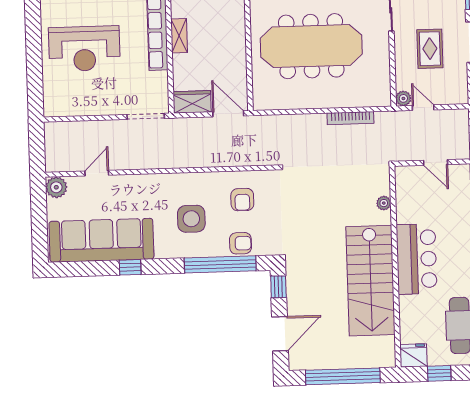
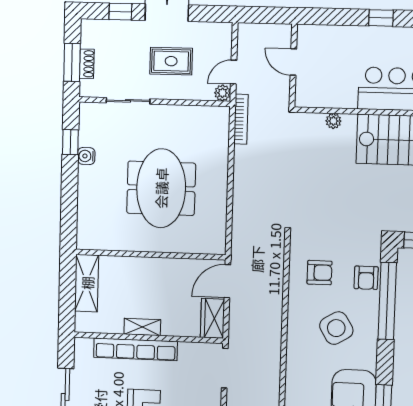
meeting table: (311, 46) -> (161, 188), width x0.73
bookcase: (350, 118) -> (241, 119), moved
door: (436, 162) -> (293, 62), swing flipped
side table: (191, 219) -> (336, 328), turned -31
armchair: (240, 243) -> (366, 278), turned 180

